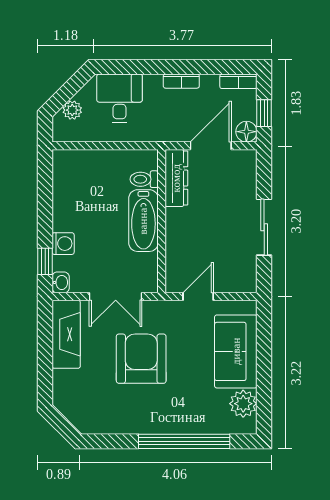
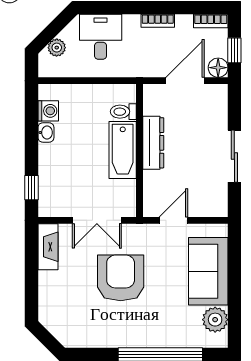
dresser: (176, 178) -> (153, 143), moved
washing machine: (63, 244) -> (48, 111), moved
washbasin: (61, 282) -> (46, 133), moved
fireplace: (66, 334) -> (48, 247), width x0.73, depth x0.76

